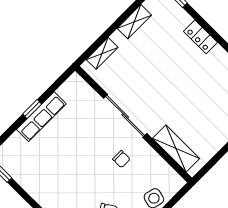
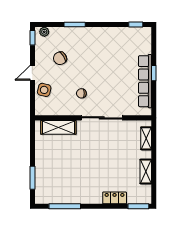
locker: (200, 37) -> (115, 198), moved
row of seats: (41, 117) -> (145, 81), width x1.36

